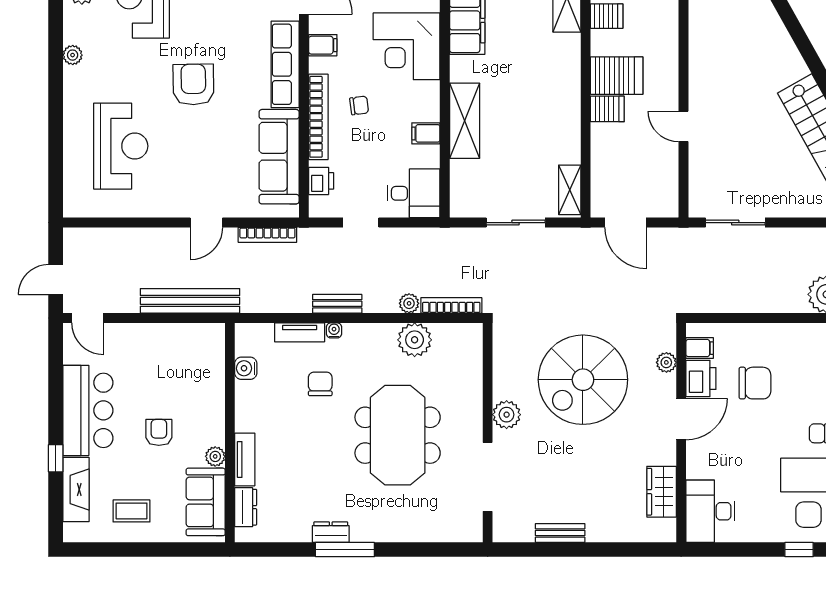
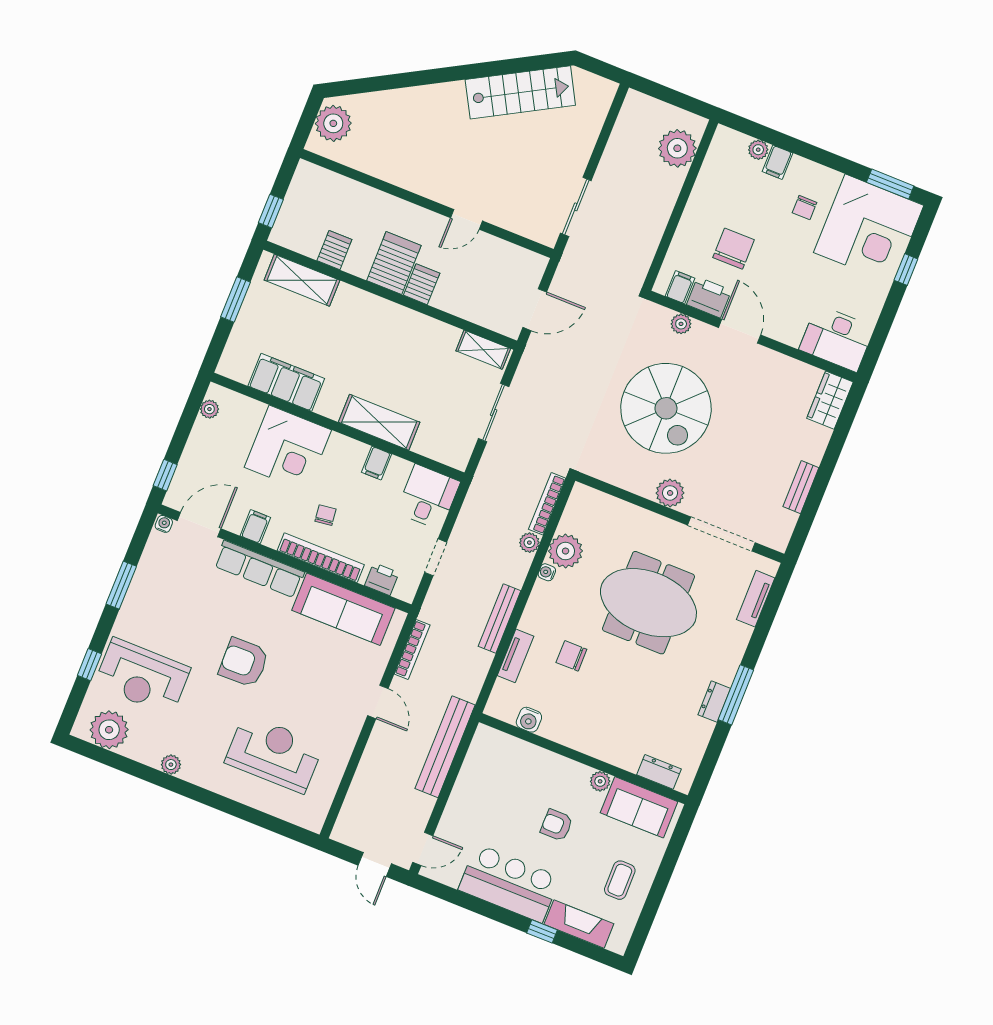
bench: (337, 304) -> (500, 618), width x1.36
water cooler: (334, 330) -> (547, 572), moved
tv unit: (245, 459) -> (756, 599), moved, turned -90
wardrobe: (662, 492) -> (830, 400), moved, turned 90

